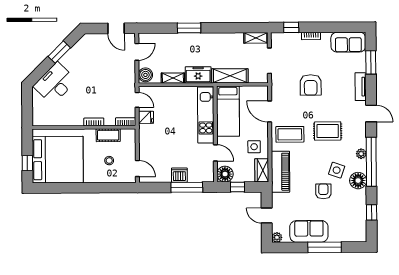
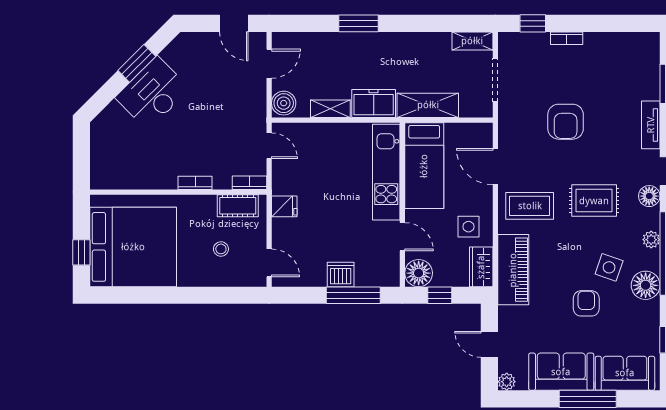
sofa: (348, 42) -> (625, 373), moved, turned 180
desk: (55, 83) -> (153, 93), moved
fridge: (146, 117) -> (284, 206), moved
floor lamp: (360, 128) -> (649, 196), added
cot: (108, 135) -> (238, 206), moved

